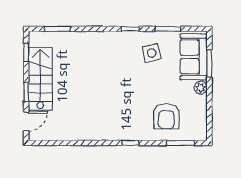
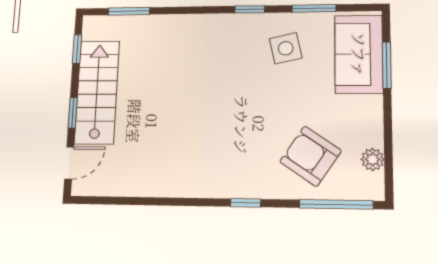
plant: (201, 88) -> (373, 159), moved
armchair: (166, 116) -> (311, 156), turned 124
window: (180, 143) -> (336, 204), width x1.44

